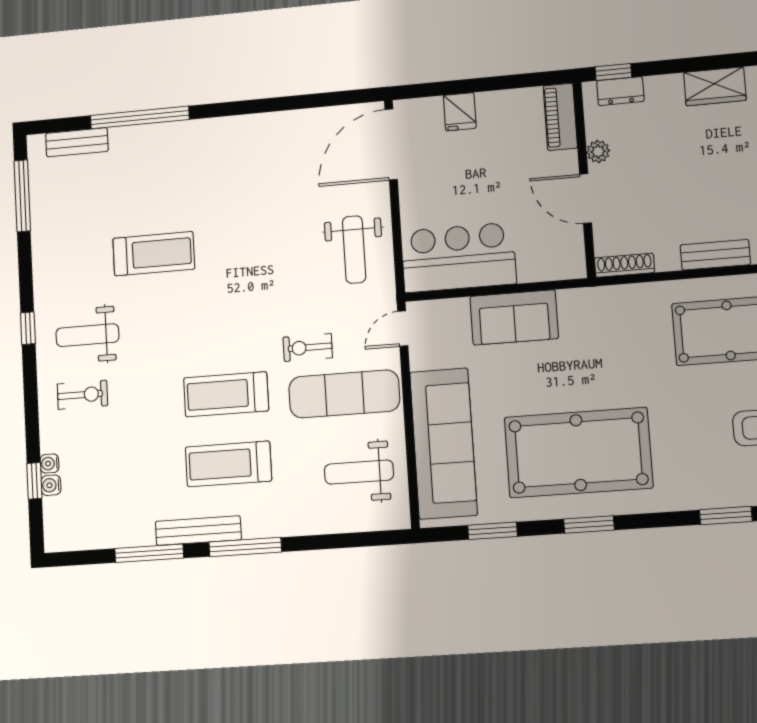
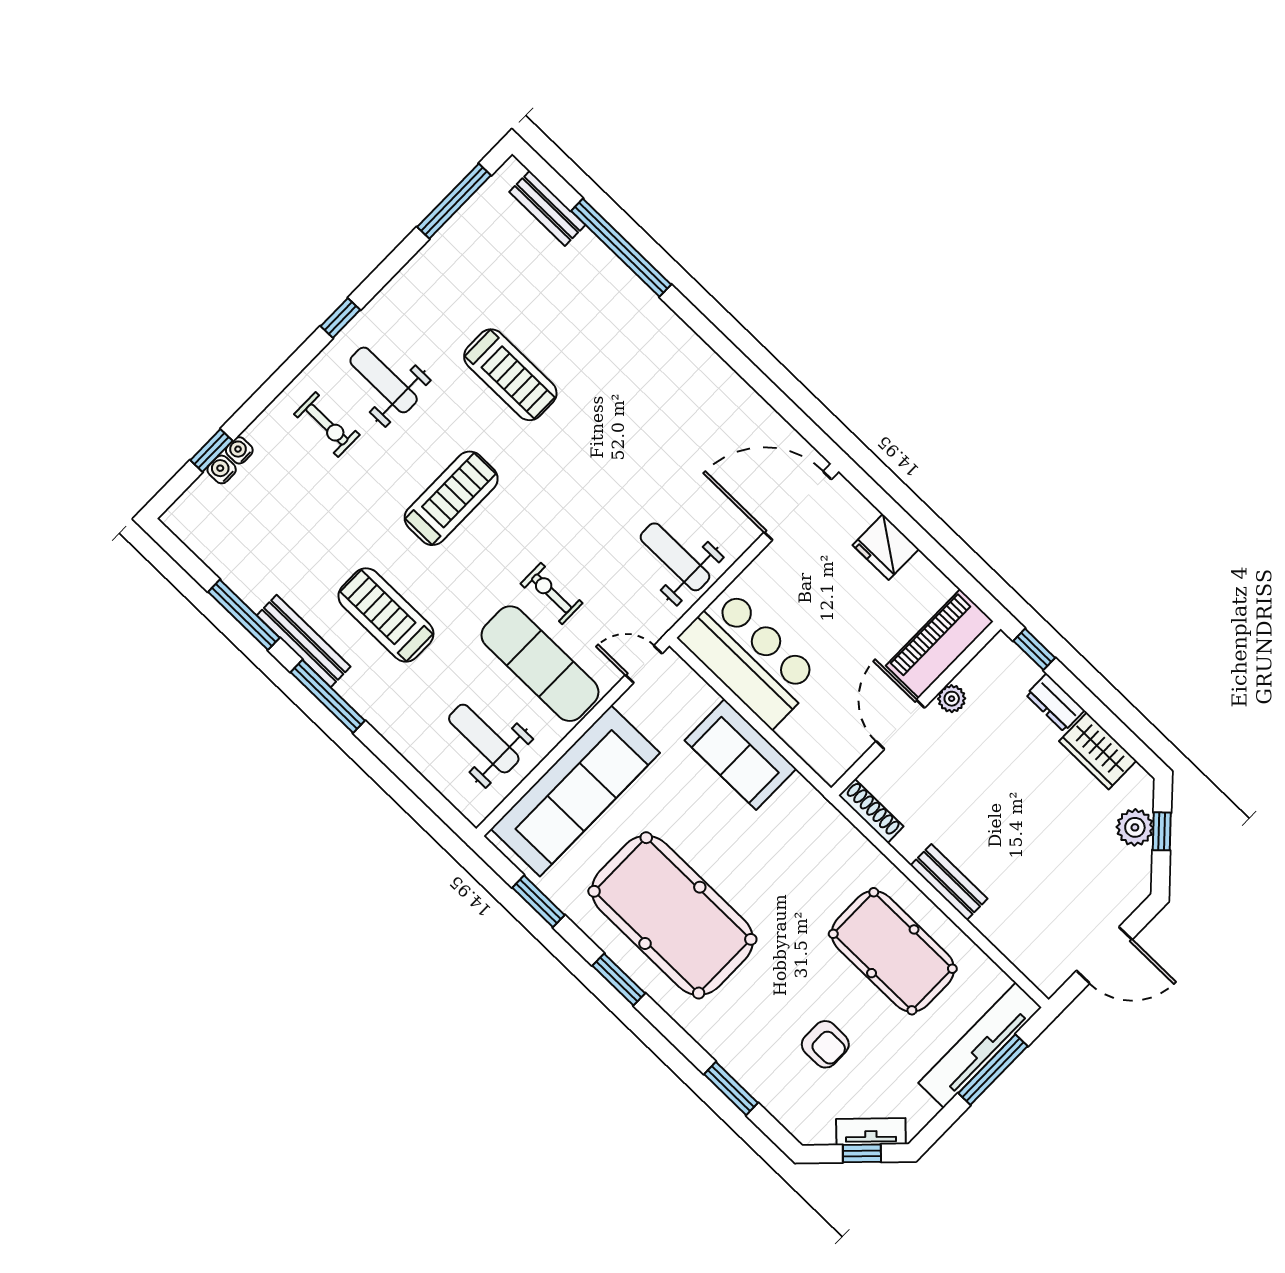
dresser: (620, 91) -> (1055, 703), moved
fridge: (460, 112) -> (886, 547), width x1.38
piano: (560, 117) -> (940, 644), width x1.37, depth x1.33
weight bench: (354, 250) -> (675, 557), turned 90
treadmill: (226, 394) -> (451, 498), moved, turned 90

